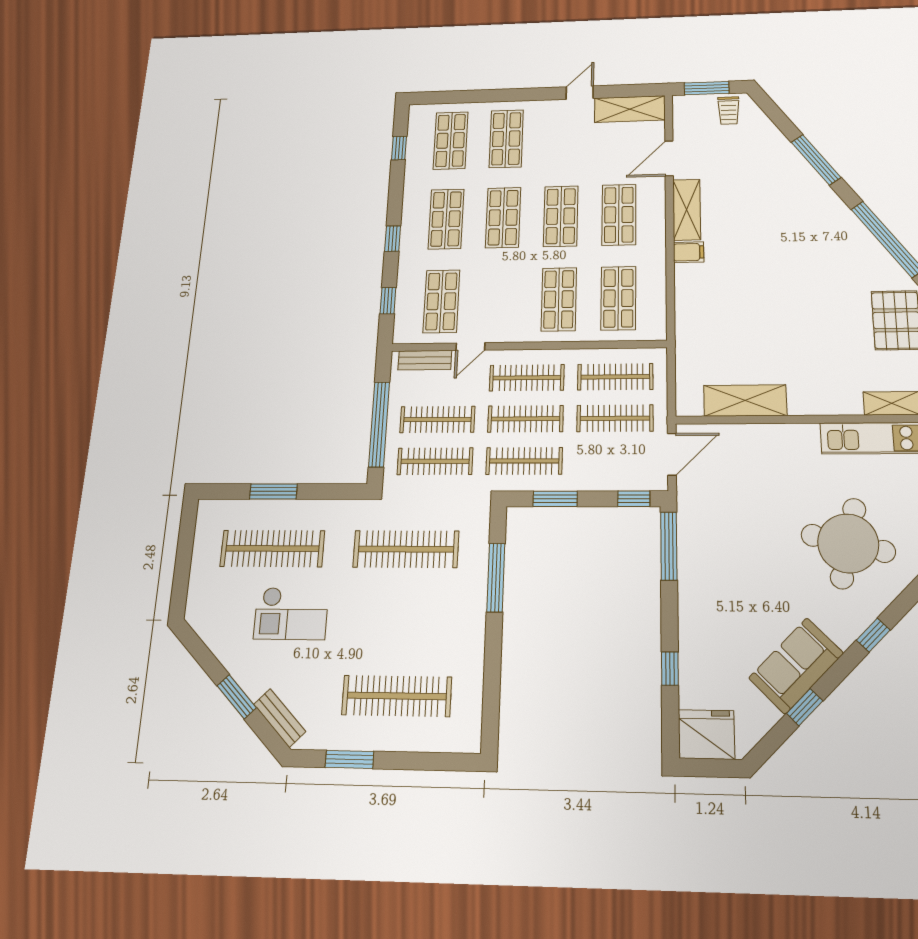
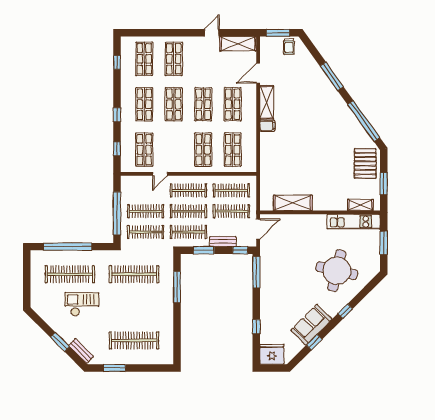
bench: (425, 360) -> (223, 242), moved
window: (273, 491) -> (68, 247), width x2.11
checkout: (291, 613) -> (82, 304), turned 180

